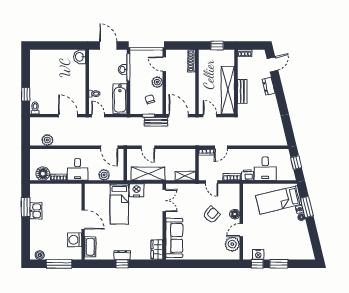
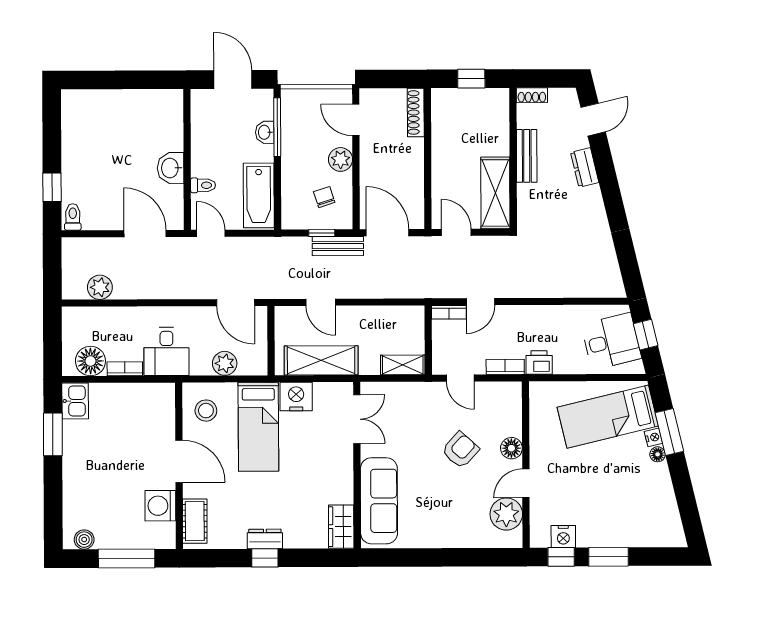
washbasin: (80, 57) -> (171, 168), moved
shelving: (228, 90) -> (495, 193), width x0.68
bench: (242, 91) -> (527, 156), moved
desk: (265, 169) -> (611, 341), moved, turned -104
stool: (95, 196) -> (206, 411), added
kitchen sink: (36, 211) -> (75, 401), moved

